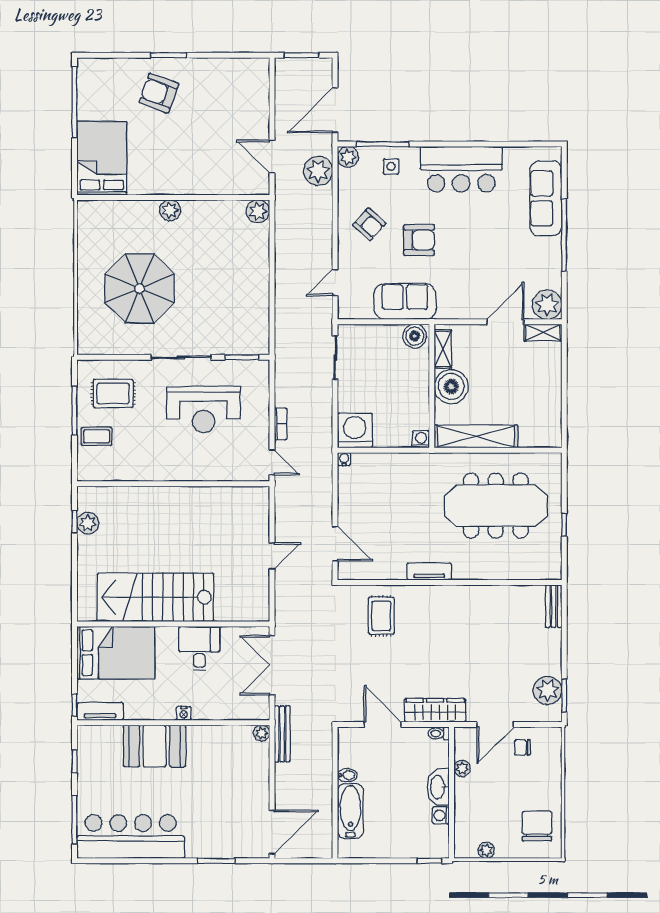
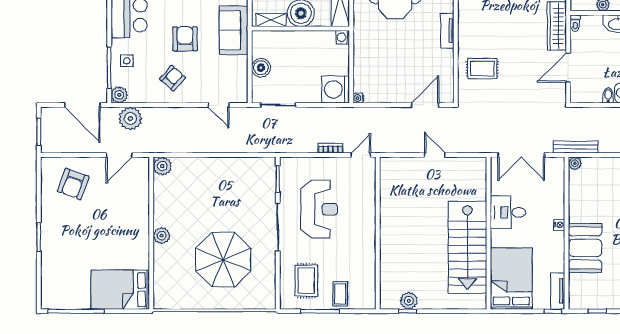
armchair: (159, 93) -> (73, 184), moved
sofa: (405, 302) -> (234, 30), moved
boiler: (415, 336) -> (261, 68), moved

